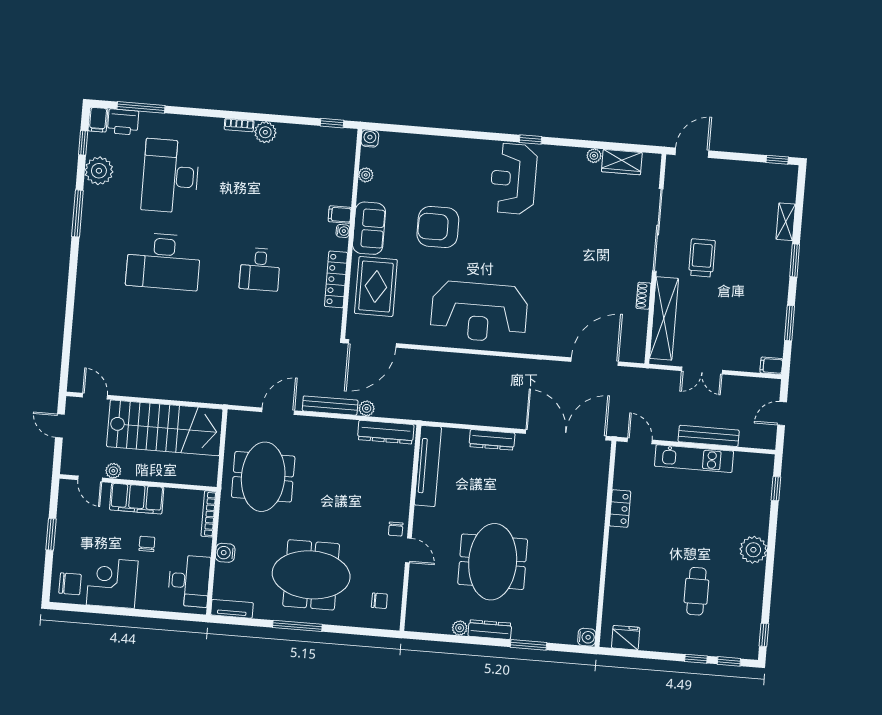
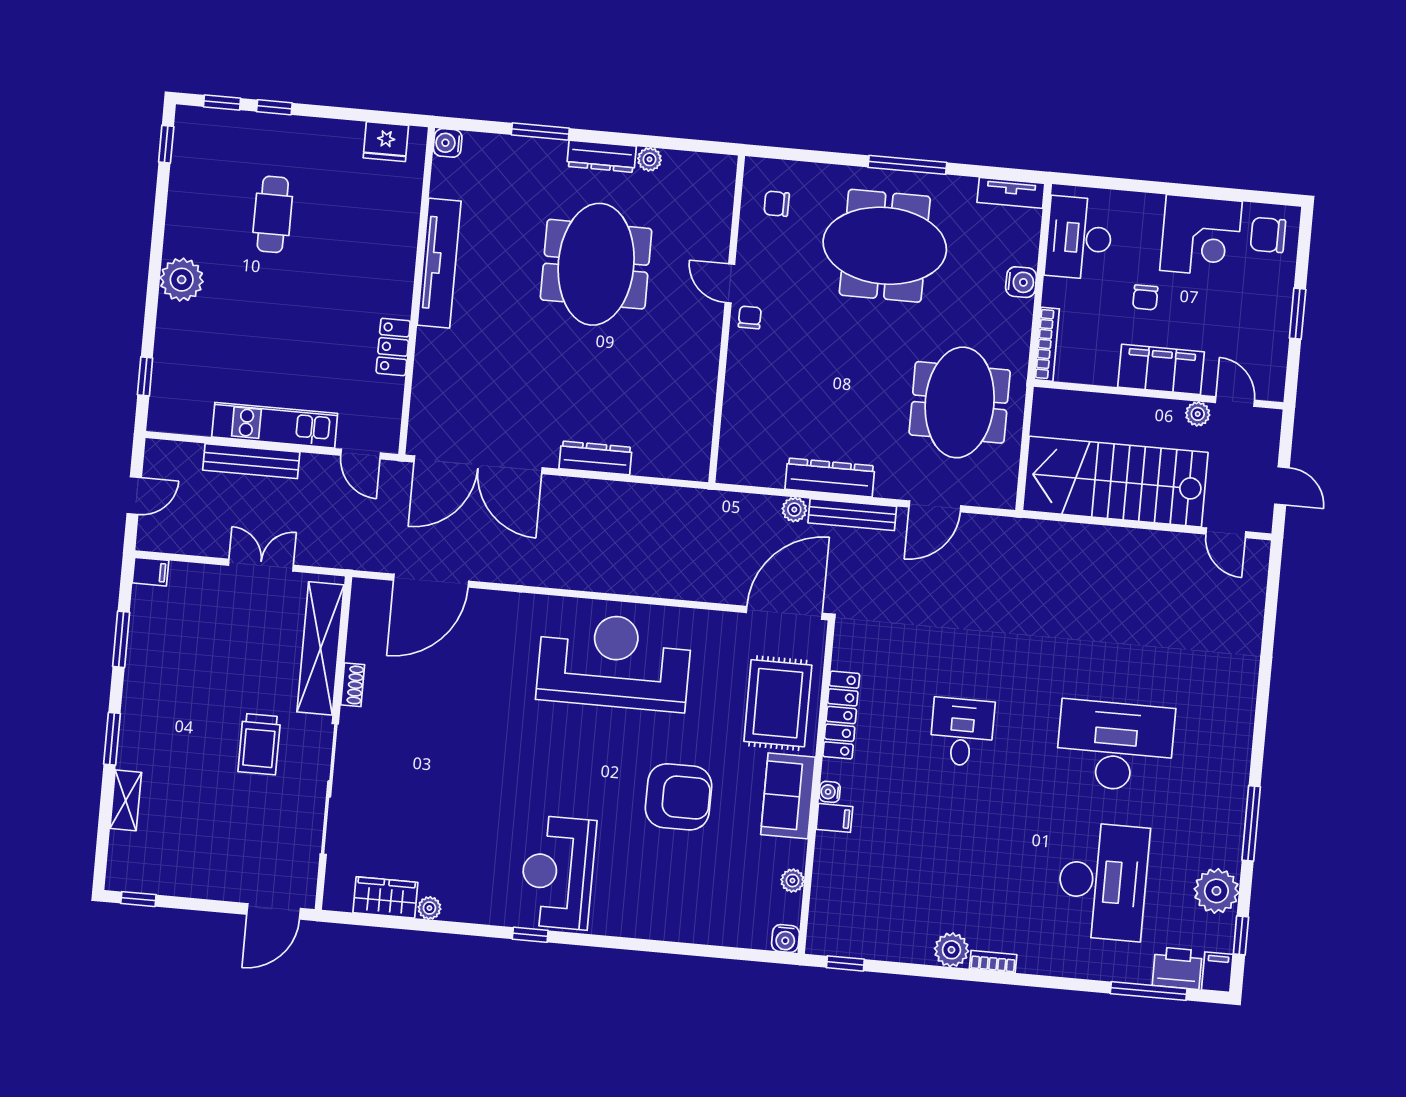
reception desk: (513, 179) -> (558, 872), turned 180
dresser: (386, 432) -> (830, 478), moved
tv unit: (428, 466) -> (439, 263), moved, turned 180

